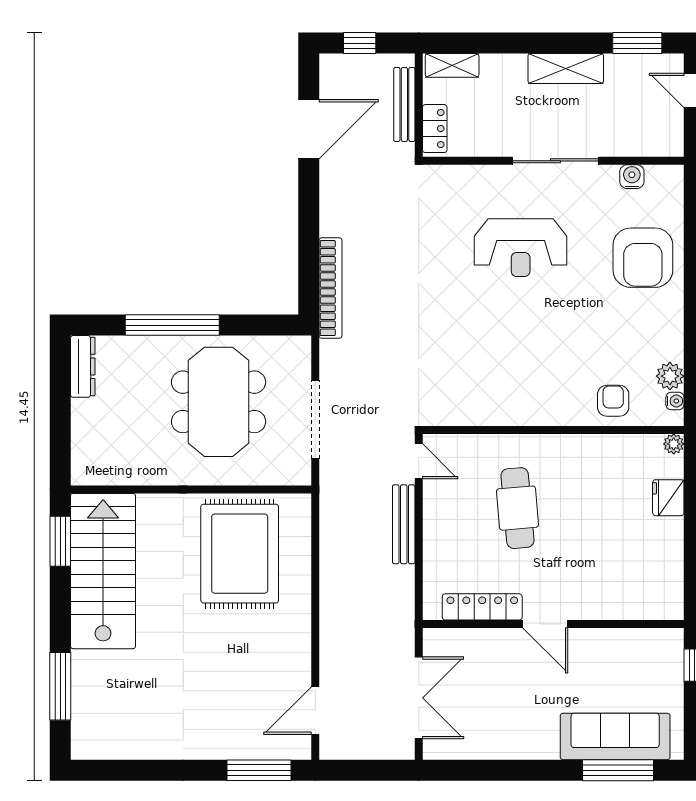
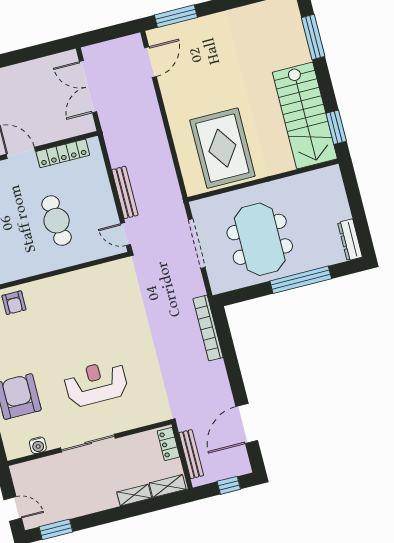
shelving: (566, 68) -> (134, 495), moved, width x0.67, depth x0.75

